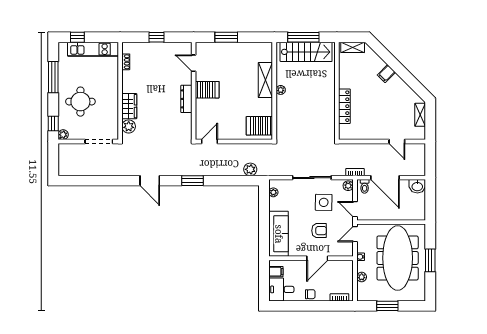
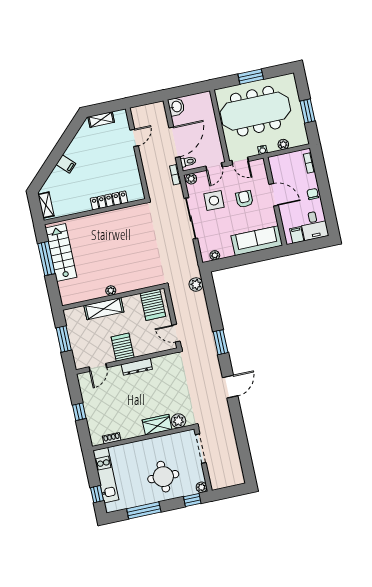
shelving: (265, 80) -> (104, 309), moved
plant: (281, 90) -> (111, 291), moved
wall: (274, 91) -> (113, 297), moved
server rack: (259, 126) -> (153, 305), moved

